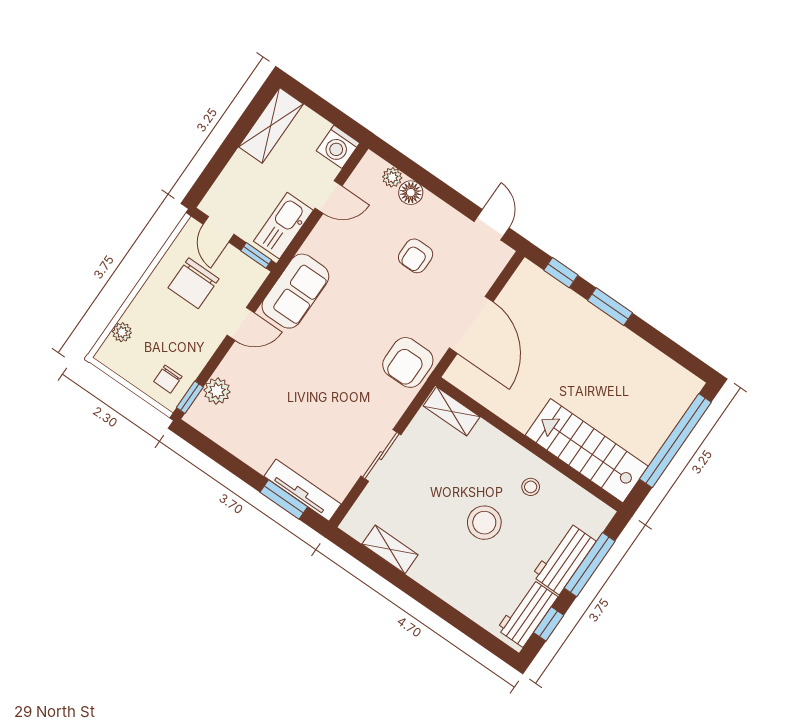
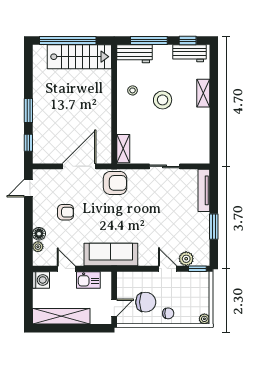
shelving: (271, 125) -> (61, 316), width x1.47
kitchen sink: (283, 226) -> (88, 280), width x0.73
window: (256, 255) -> (114, 283), removed
sofa: (295, 291) -> (111, 255), width x1.36
door: (241, 324) -> (168, 269), moved
plant: (122, 332) -> (204, 319), moved
chair: (168, 379) -> (168, 313), moved
stairs: (587, 451) -> (79, 57), moved, turned -90
window: (284, 500) -> (214, 227), moved
shelving: (390, 549) -> (203, 93), moved
workbench: (564, 558) -> (135, 54), moved

